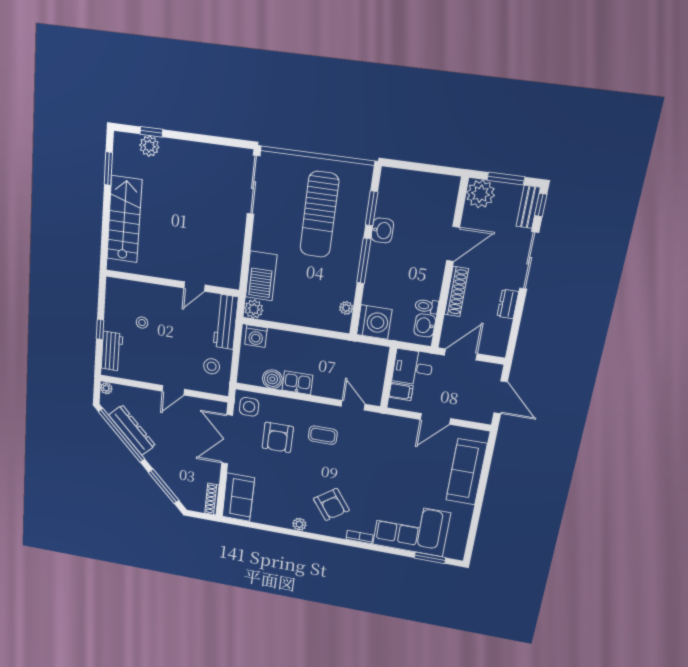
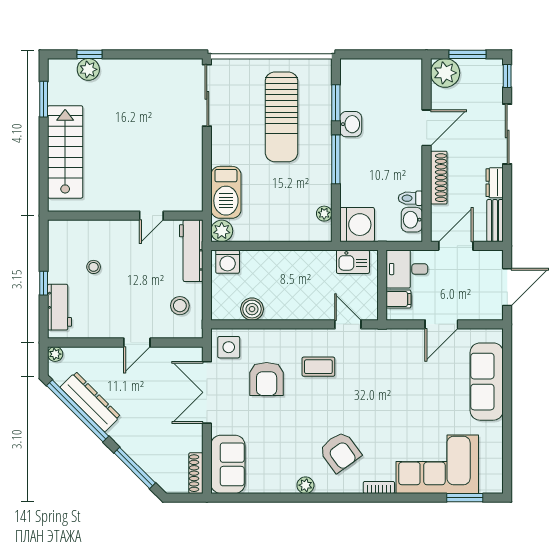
bench: (528, 207) -> (495, 221), moved
kitchen sink: (297, 383) -> (353, 262), moved, turned 180
door: (501, 397) -> (507, 287), hinge flipped

